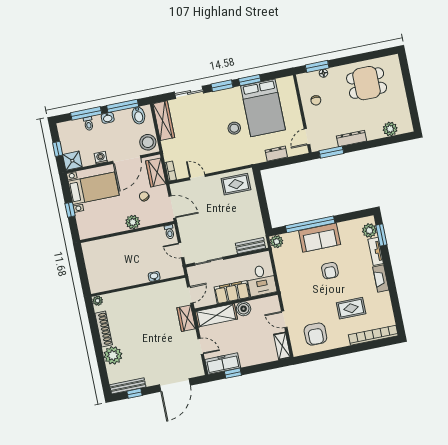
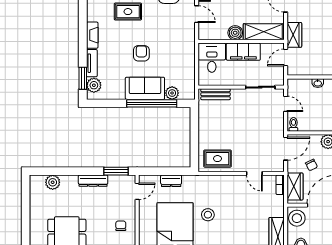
door: (172, 207) -> (286, 149), swing flipped
plant: (277, 242) -> (172, 93), moved

